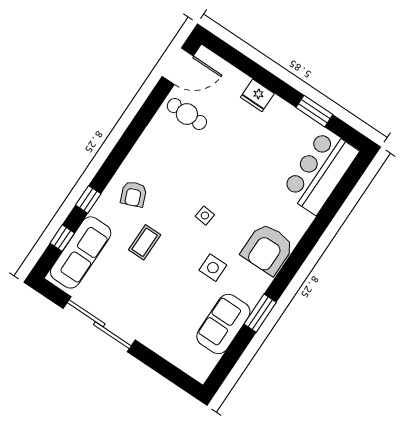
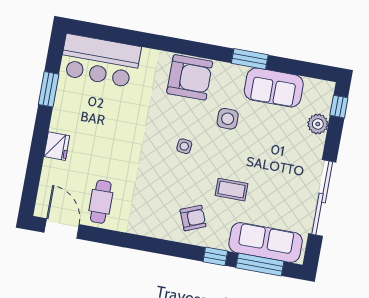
window: (62, 238) -> (260, 265), width x2.17
plant: (171, 350) -> (318, 124), added
window: (179, 378) -> (339, 107), added

